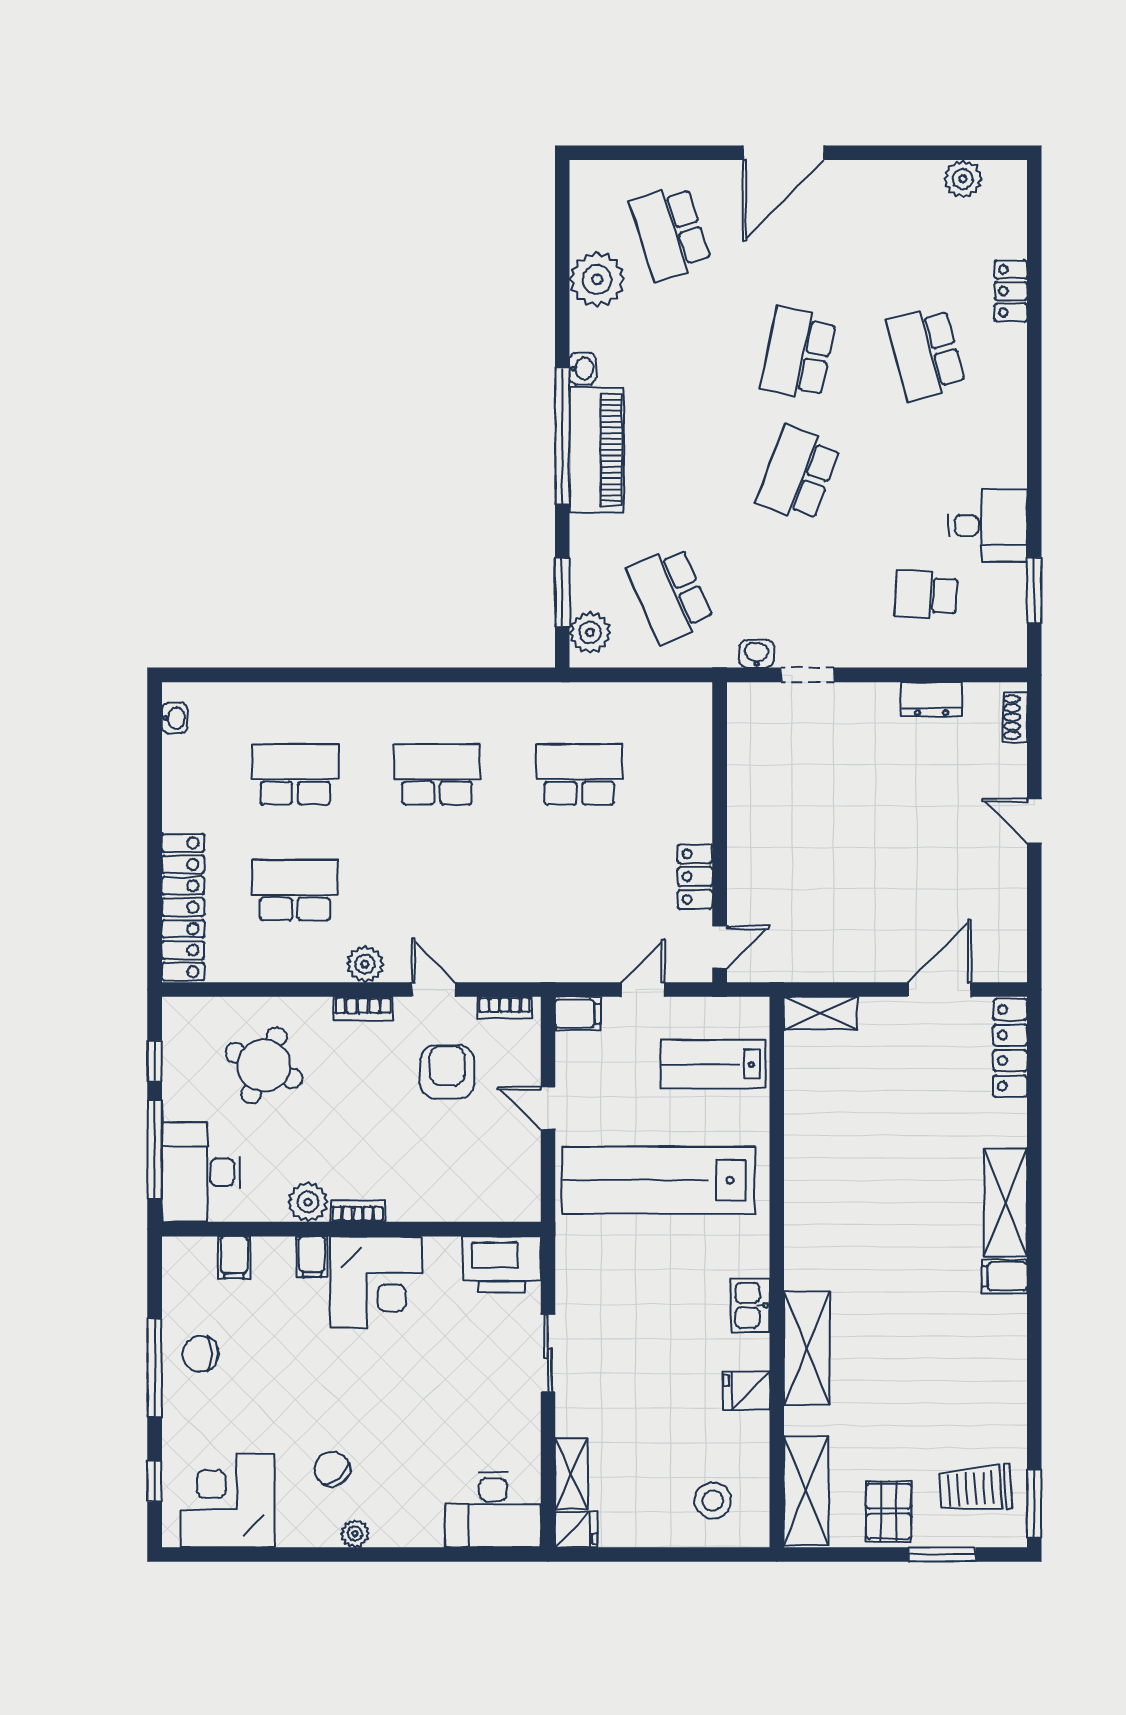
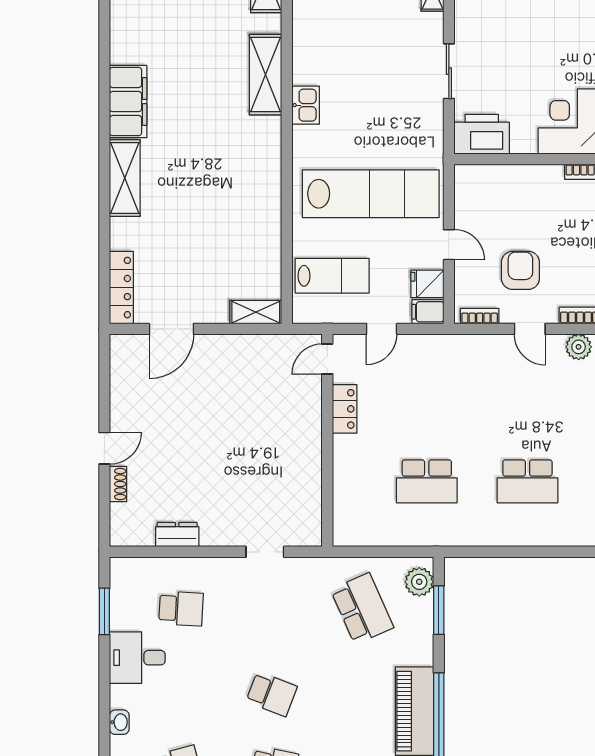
school desk: (798, 474) -> (272, 694), width x0.54
washbasin: (757, 654) -> (119, 722), moved, turned -90
shoe rack: (1015, 717) -> (118, 484), moved
door: (1034, 821) -> (104, 448), hinge flipped
armchair: (447, 1072) -> (520, 270), turned 180
filing cabinet: (1004, 1276) -> (128, 102), width x3.00, depth x1.17
fridge: (746, 1390) -> (427, 284), moved, turned 180

